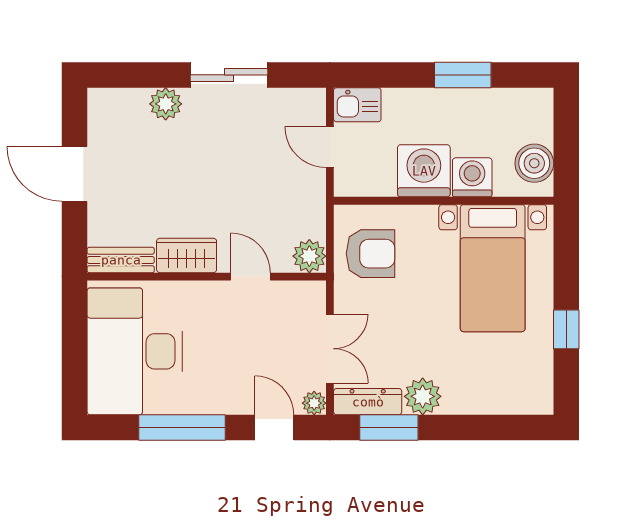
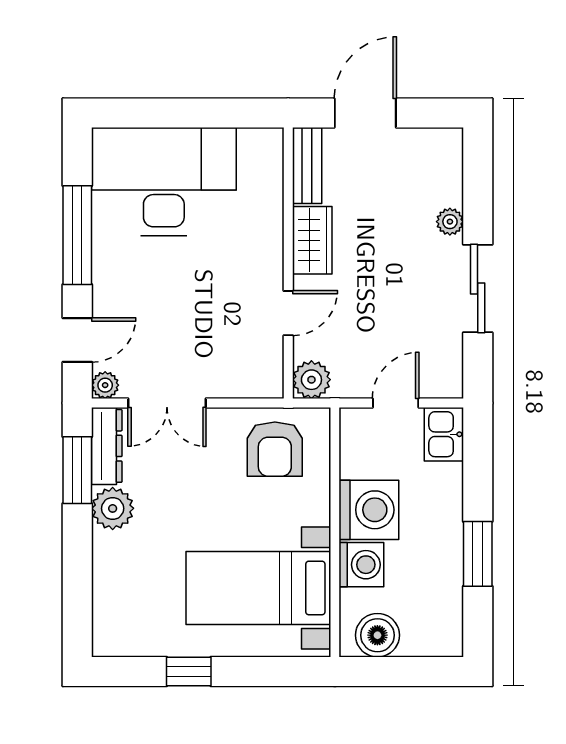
plant: (166, 104) -> (450, 222), width x0.73, depth x0.73
wardrobe: (187, 255) -> (312, 240), moved
plant: (309, 256) -> (311, 380), moved
bench: (121, 260) -> (307, 165), moved
wall: (207, 277) -> (288, 263), moved
door: (251, 277) -> (288, 313), moved

